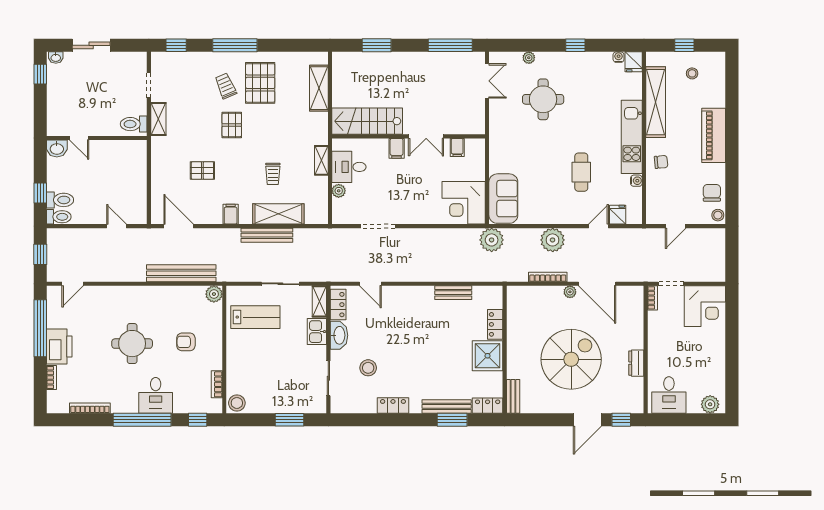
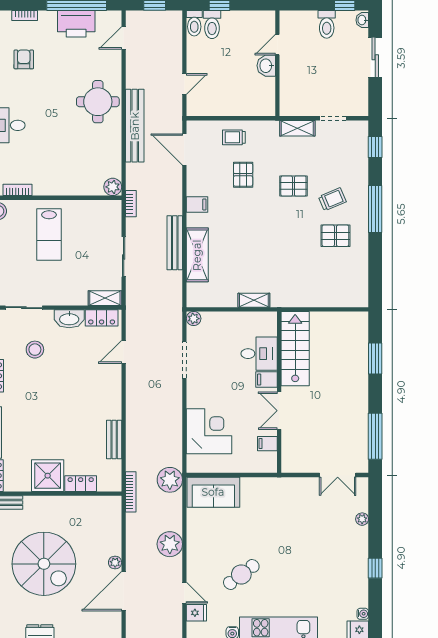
pallet: (260, 83) -> (335, 236), width x0.67, depth x0.71
shelving: (319, 88) -> (330, 298), removed
round table: (543, 99) -> (318, 534), removed
toilet: (134, 124) -> (327, 24), moved, turned 180
pallet: (232, 125) -> (293, 186), moved
washbasin: (57, 148) -> (266, 66), moved
desk: (349, 167) -> (259, 354), moved, turned 90
cafe table: (581, 172) -> (241, 574), turned -37
trolley: (273, 174) -> (234, 137), moved
plant: (339, 191) -> (194, 319), moved
corner desk: (464, 203) -> (209, 431), moved, turned 90
door: (179, 226) -> (184, 150), swing flipped
bench: (181, 273) -> (135, 126), moved
bookcase: (230, 277) -> (131, 204), added
bookcase: (548, 277) -> (131, 492), moved
door: (73, 284) -> (124, 38), hinge flipped
lab bench: (255, 317) -> (49, 235), moved
kitchen sink: (317, 332) -> (73, 296), removed
armchair: (186, 342) -> (24, 59), moved
round table: (132, 344) -> (98, 102), moved
printer: (59, 347) -> (76, 24), moved

